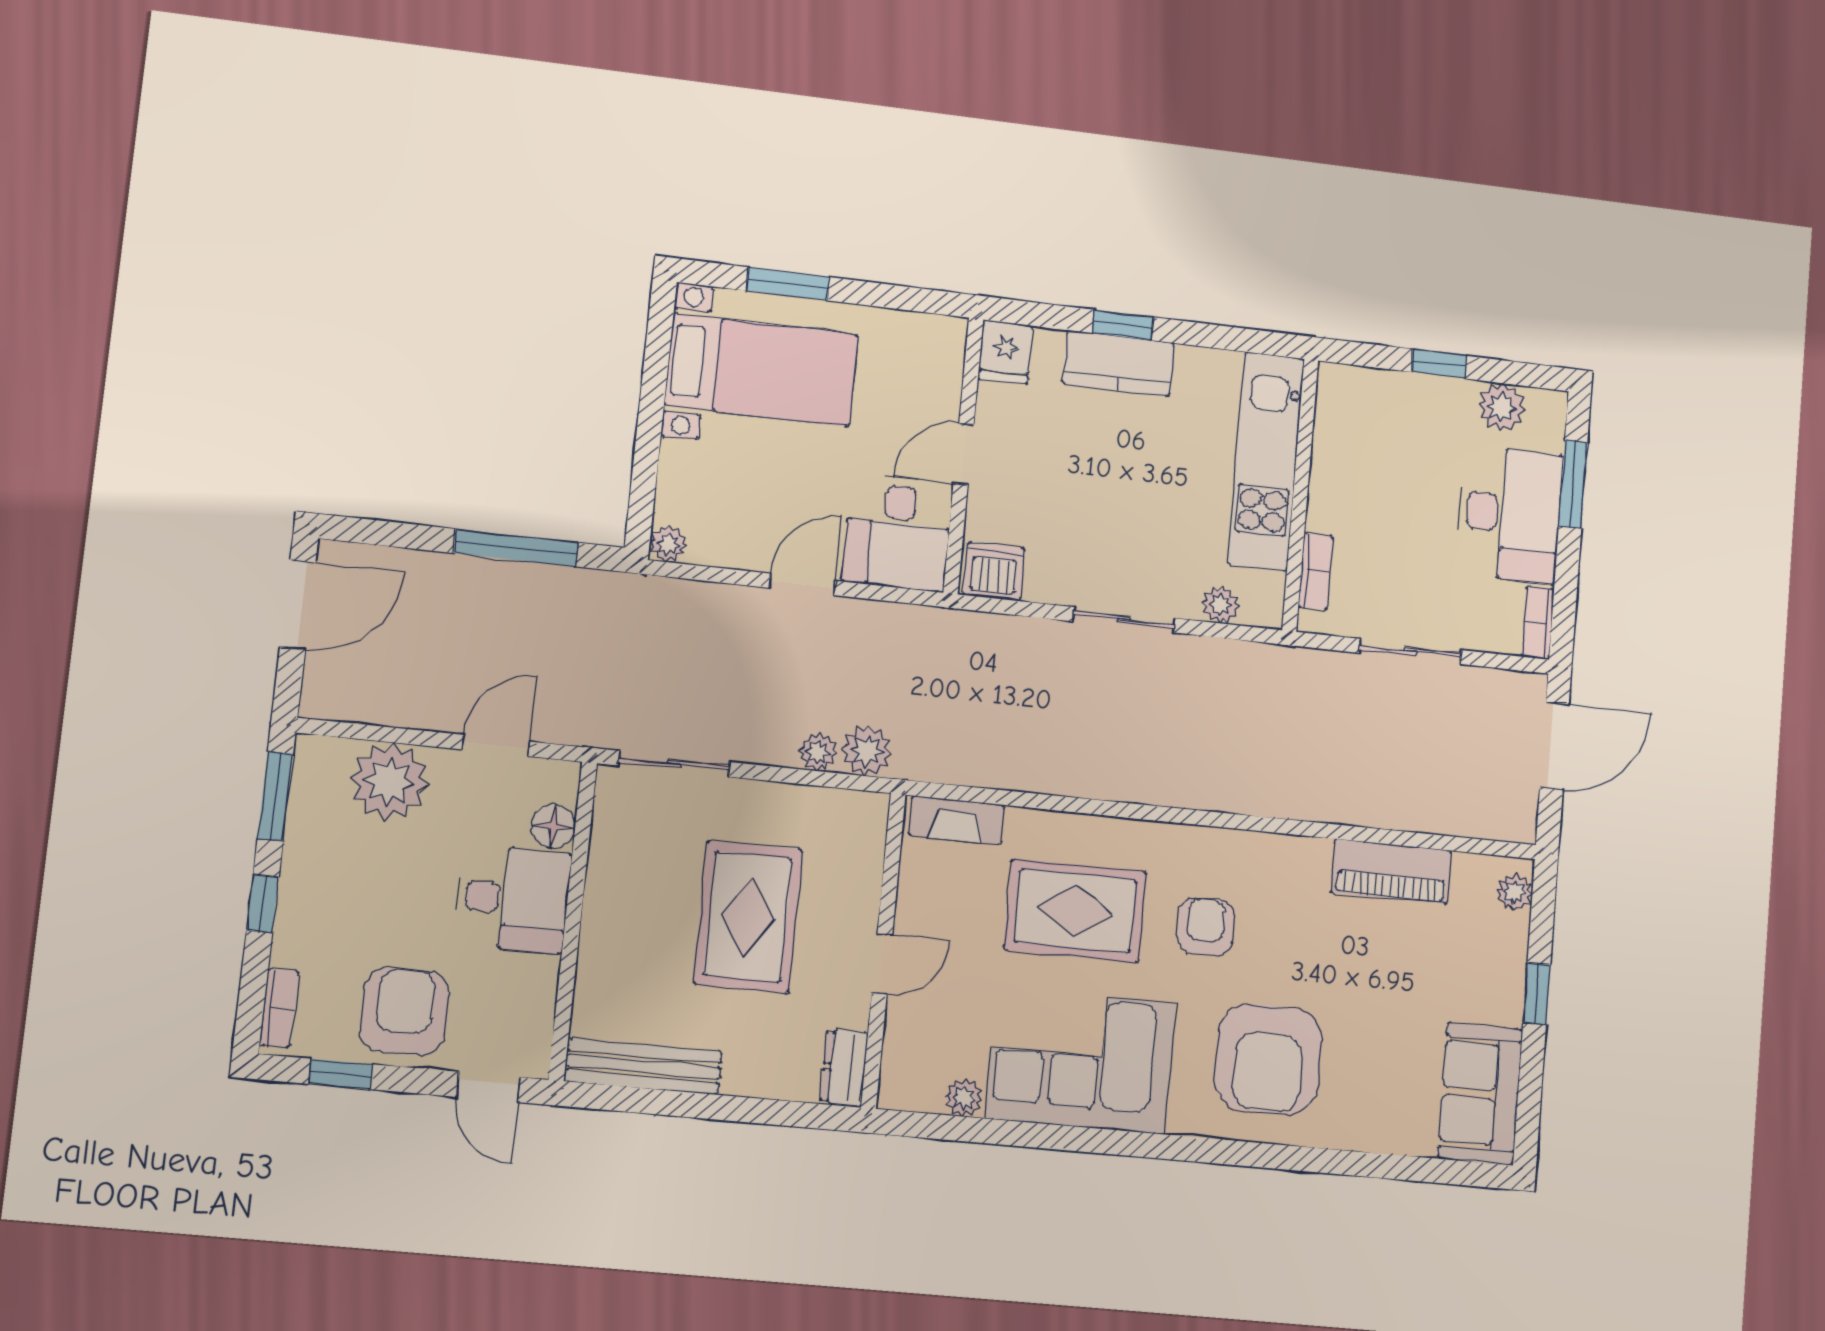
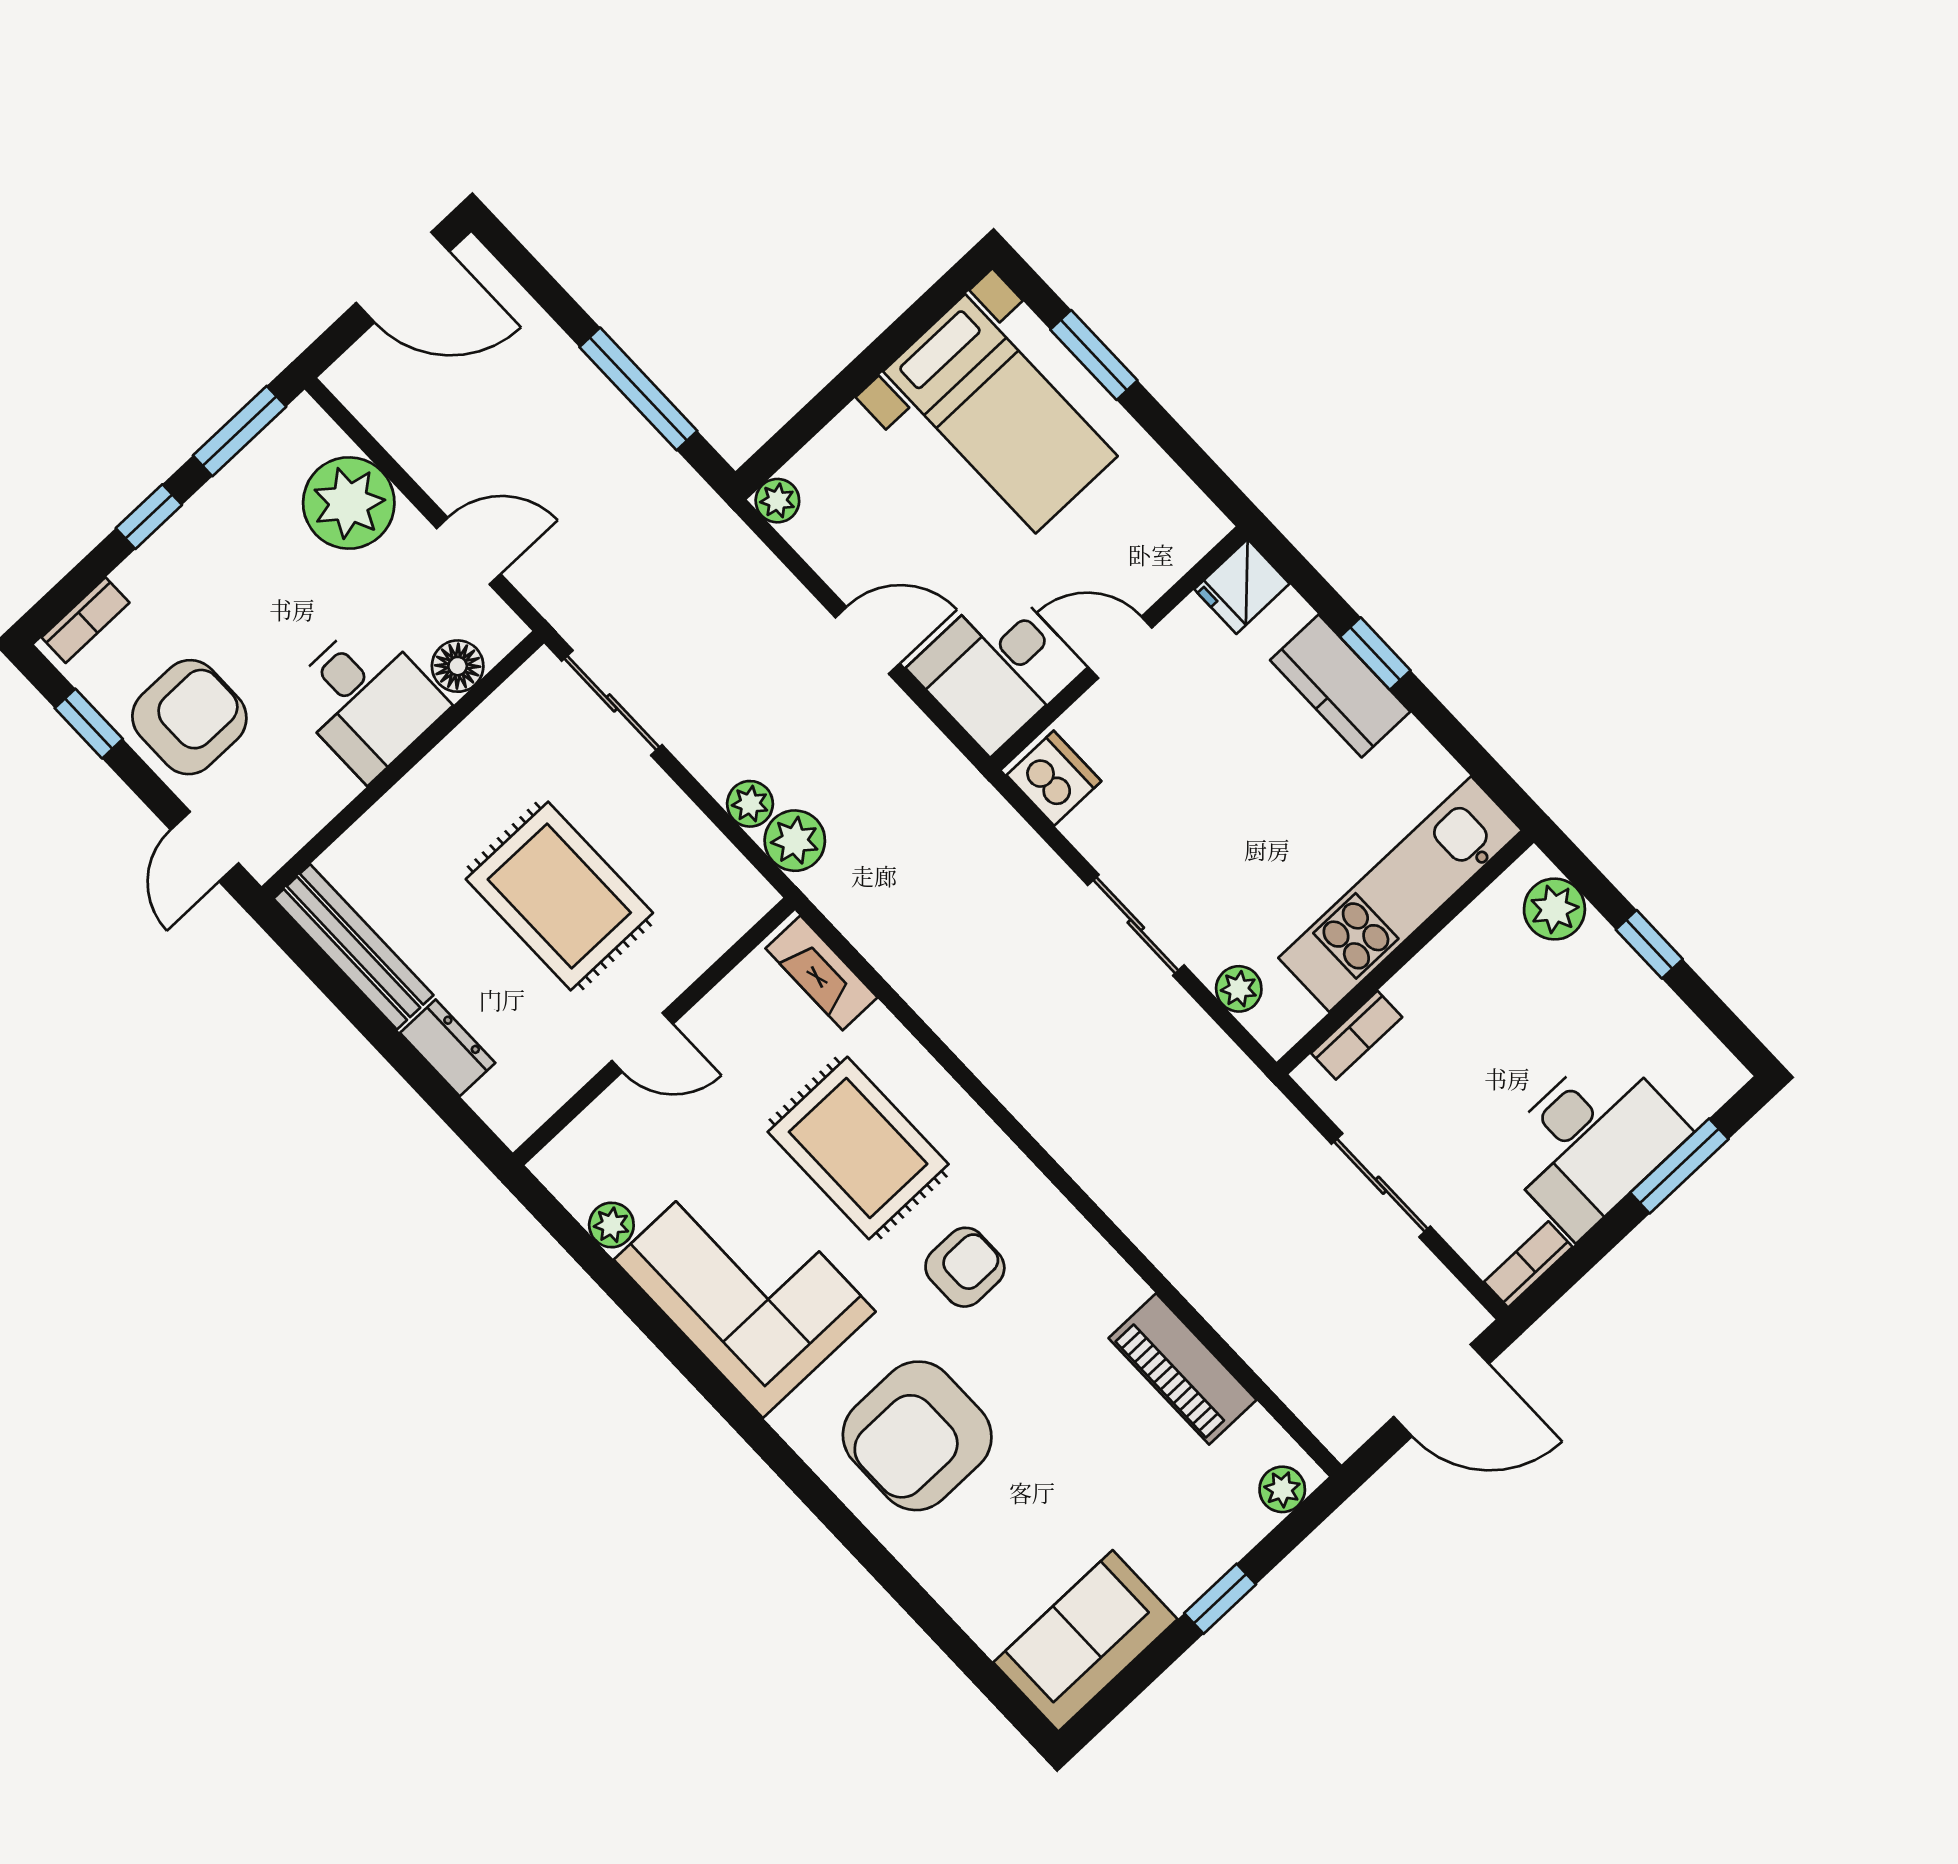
plant: (1502, 407) -> (1554, 909), moved
rug: (748, 917) -> (559, 896), turned 90
dresser: (844, 1068) -> (448, 1048), moved, turned 90

